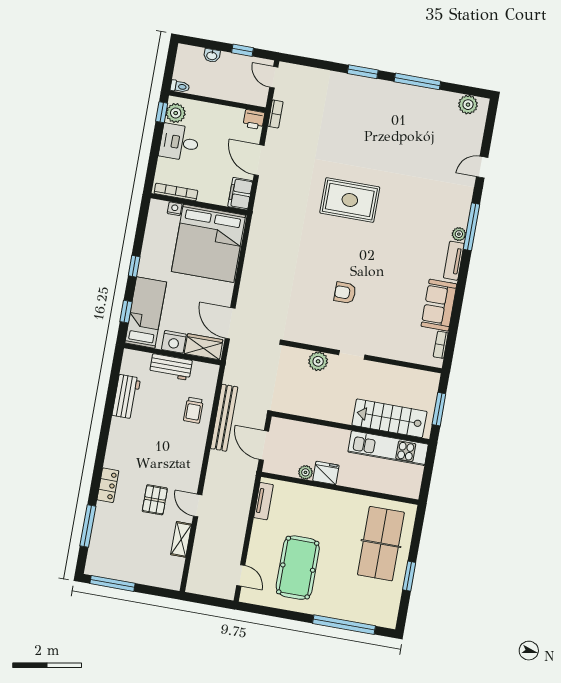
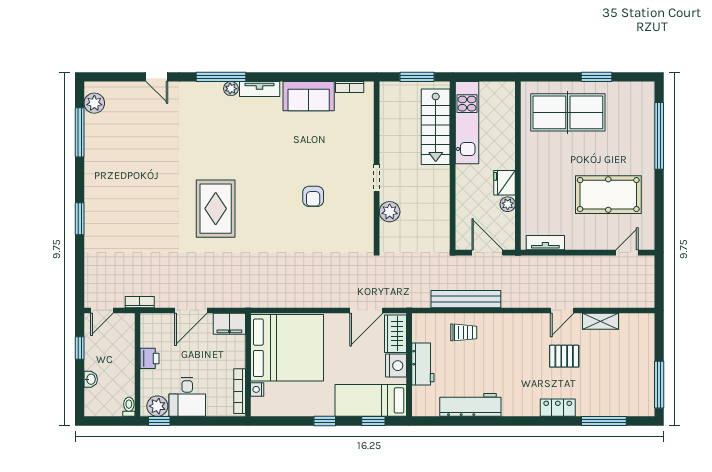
window: (417, 81) -> (80, 132), moved
printer: (254, 120) -> (150, 358), moved
workbench: (126, 397) -> (470, 405), width x1.38
door: (264, 445) -> (487, 253), swing flipped

